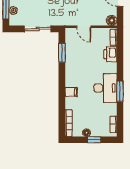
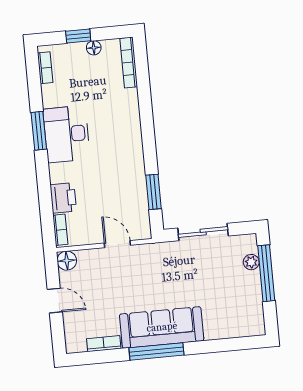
filing cabinet: (71, 92) -> (129, 121), removed

